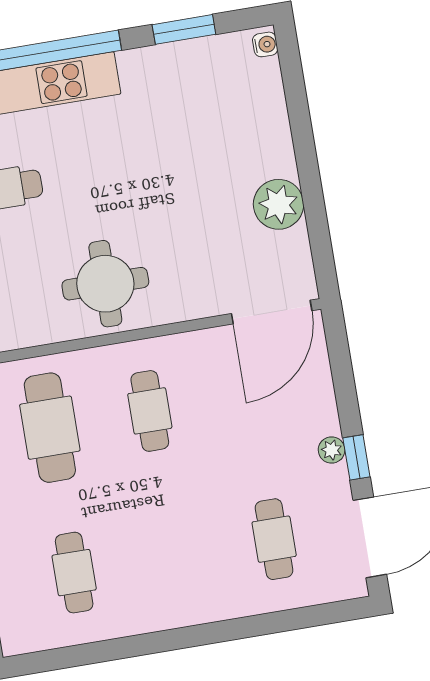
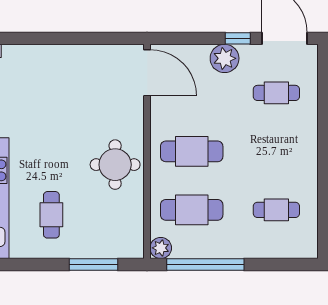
plant: (279, 204) -> (86, 59), removed
cafe table: (150, 411) -> (192, 151), width x1.37, depth x1.35
plant: (332, 450) -> (225, 58), width x1.88, depth x1.88

